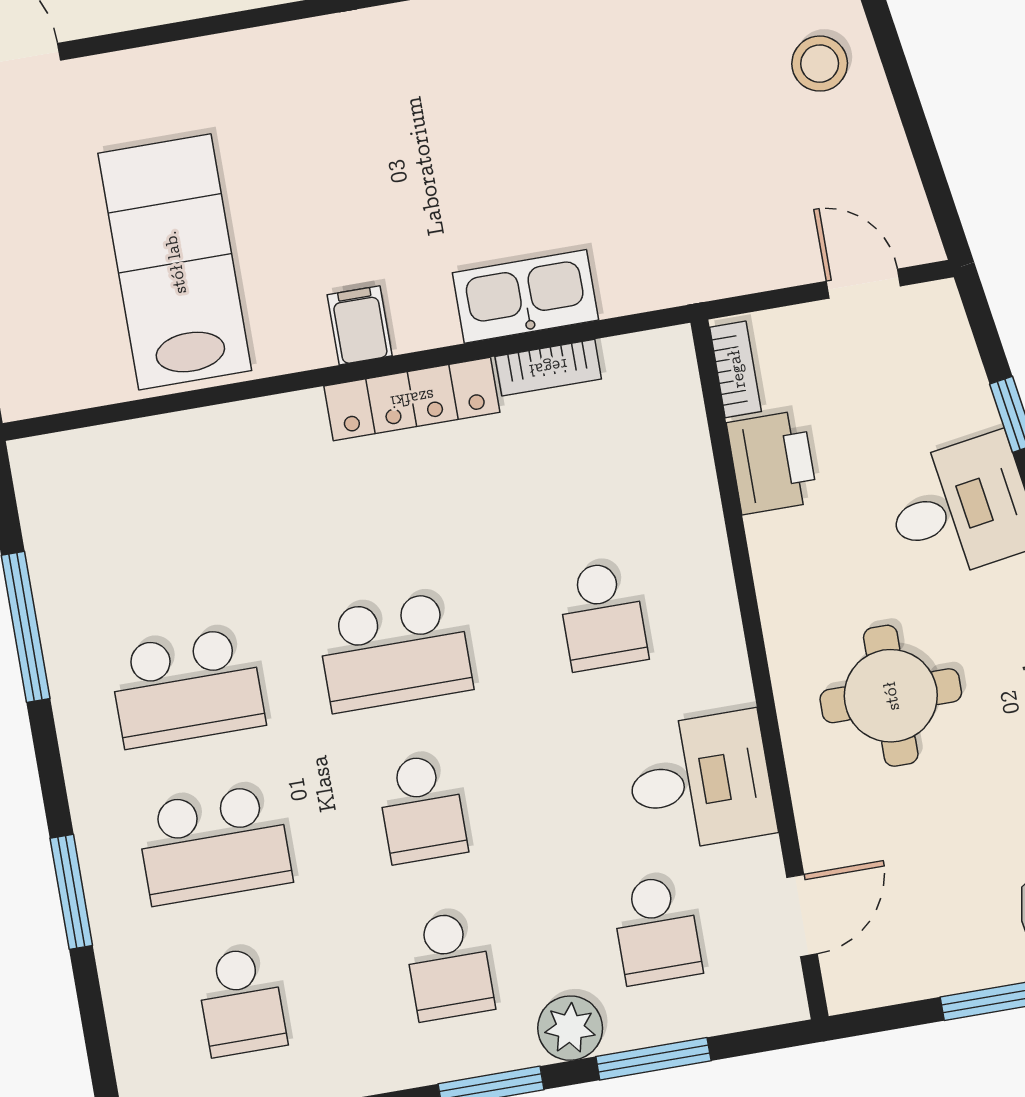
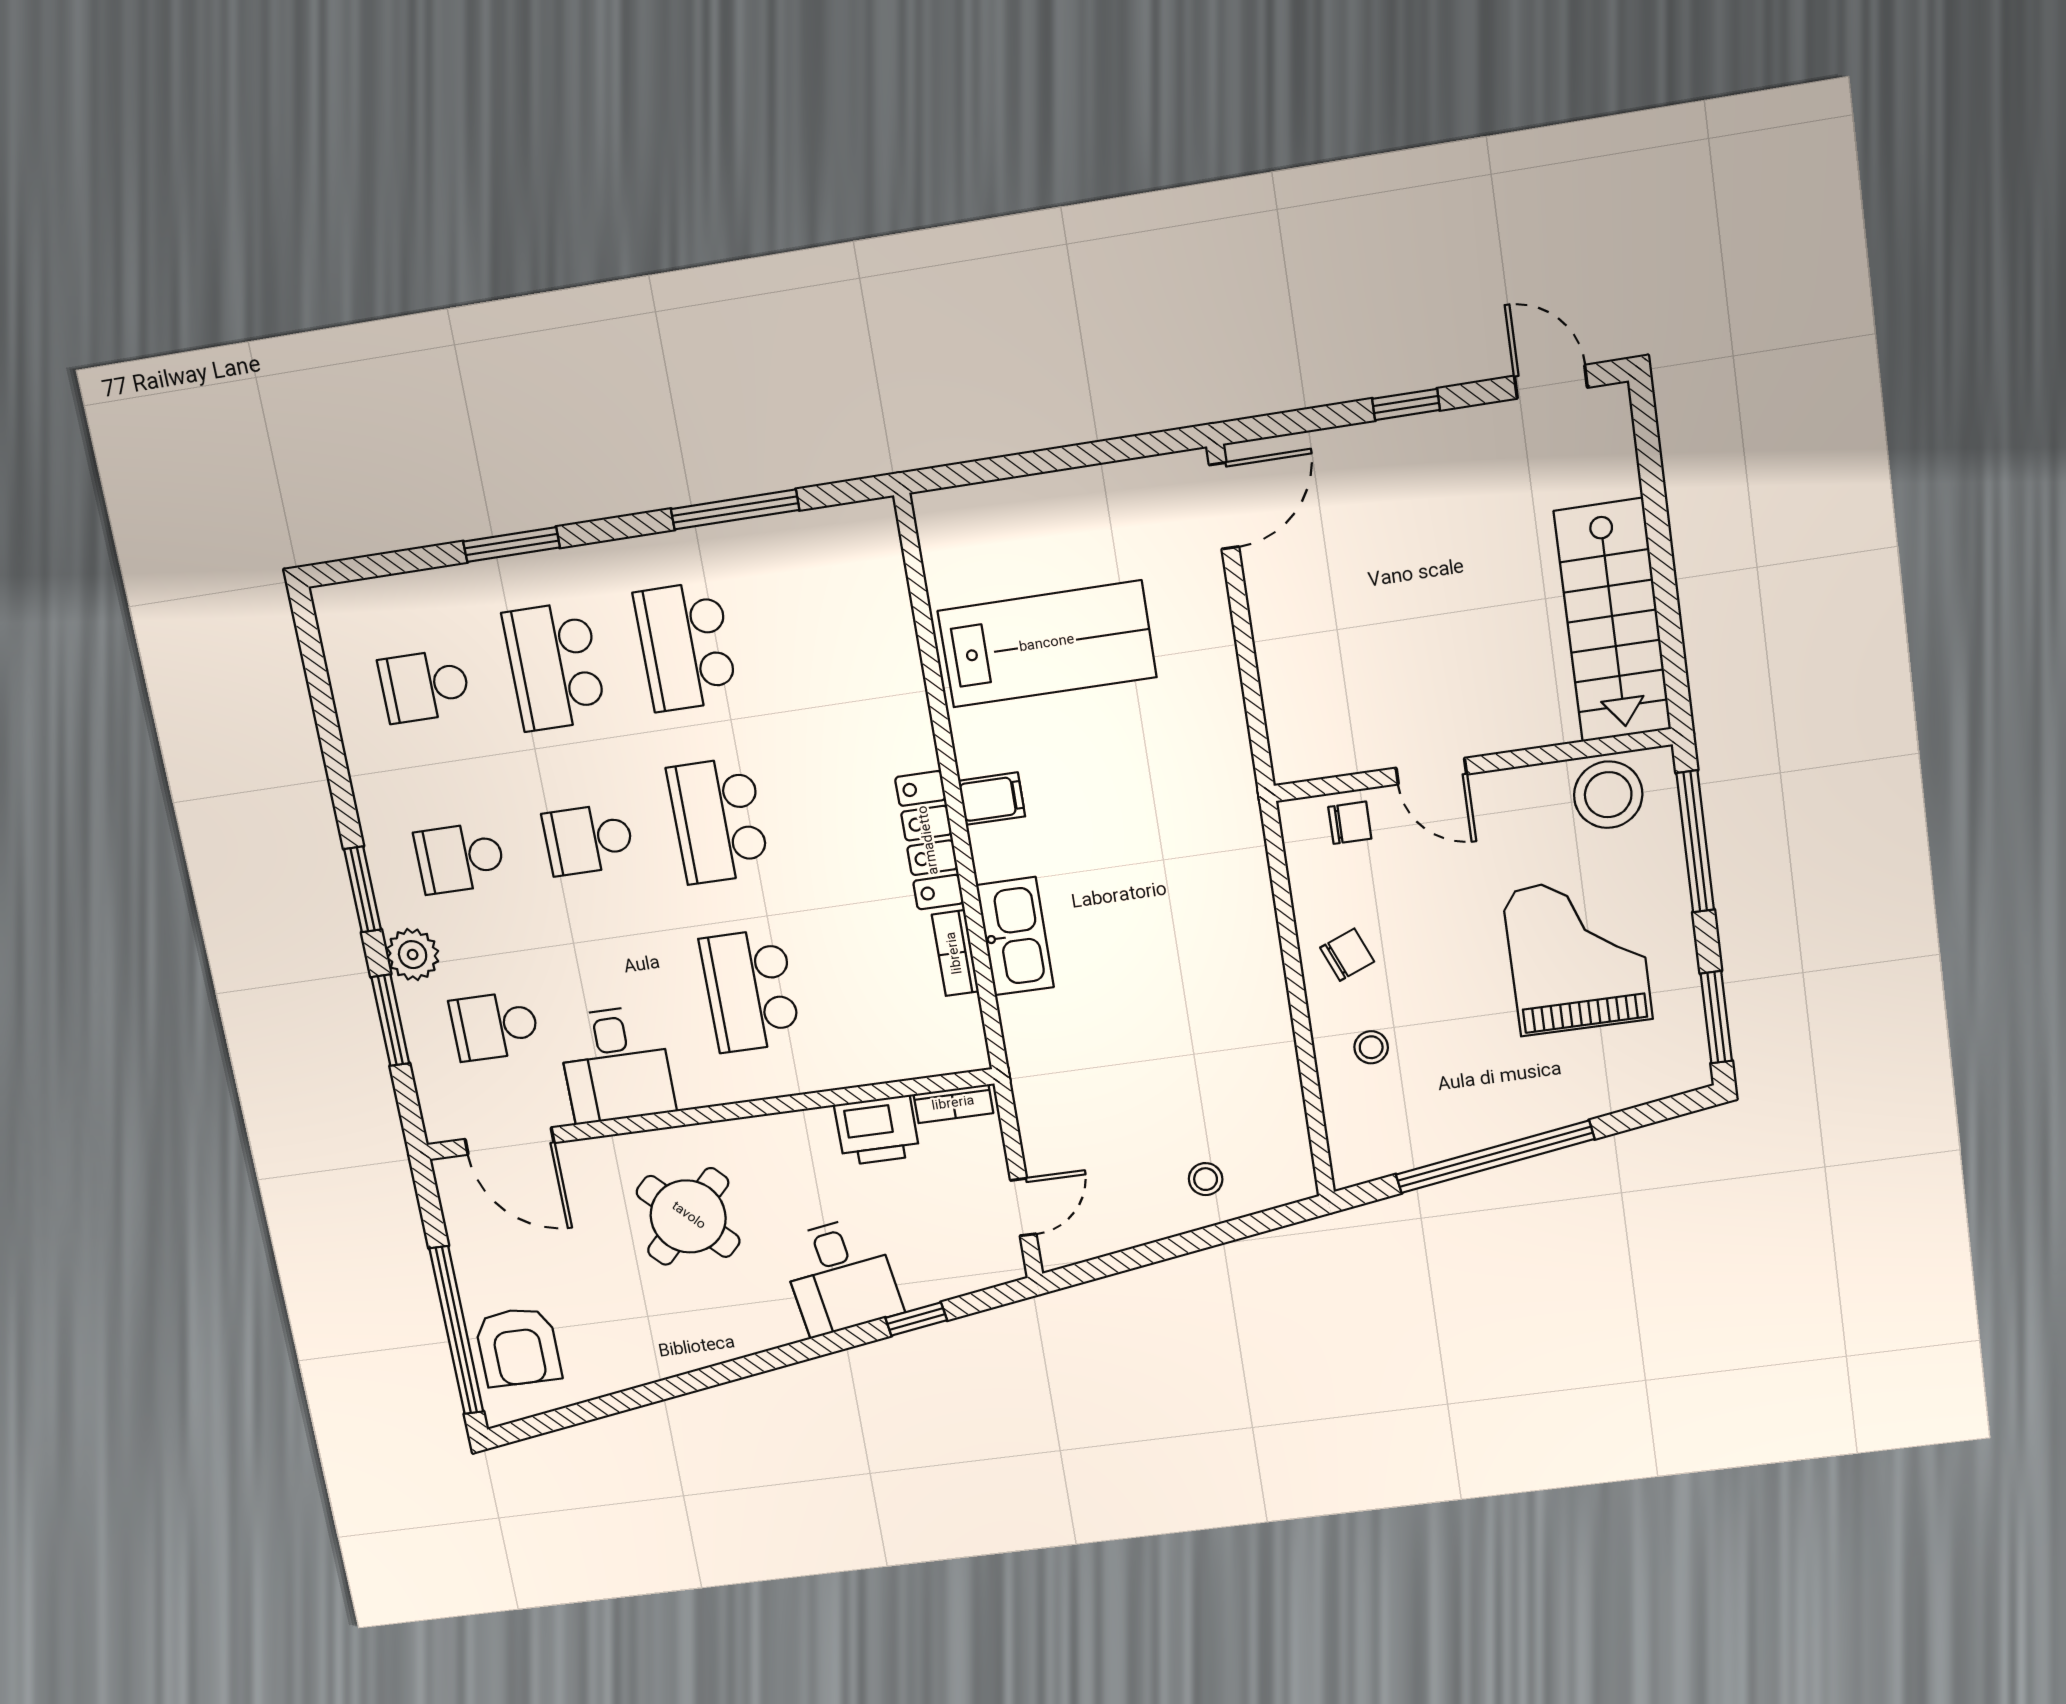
stool: (820, 64) -> (1206, 1179), width x0.73, depth x0.73
school desk: (602, 616) -> (750, 991), width x1.85
round table: (891, 696) -> (688, 1216), turned 45
door: (802, 916) -> (510, 1141), width x1.38

